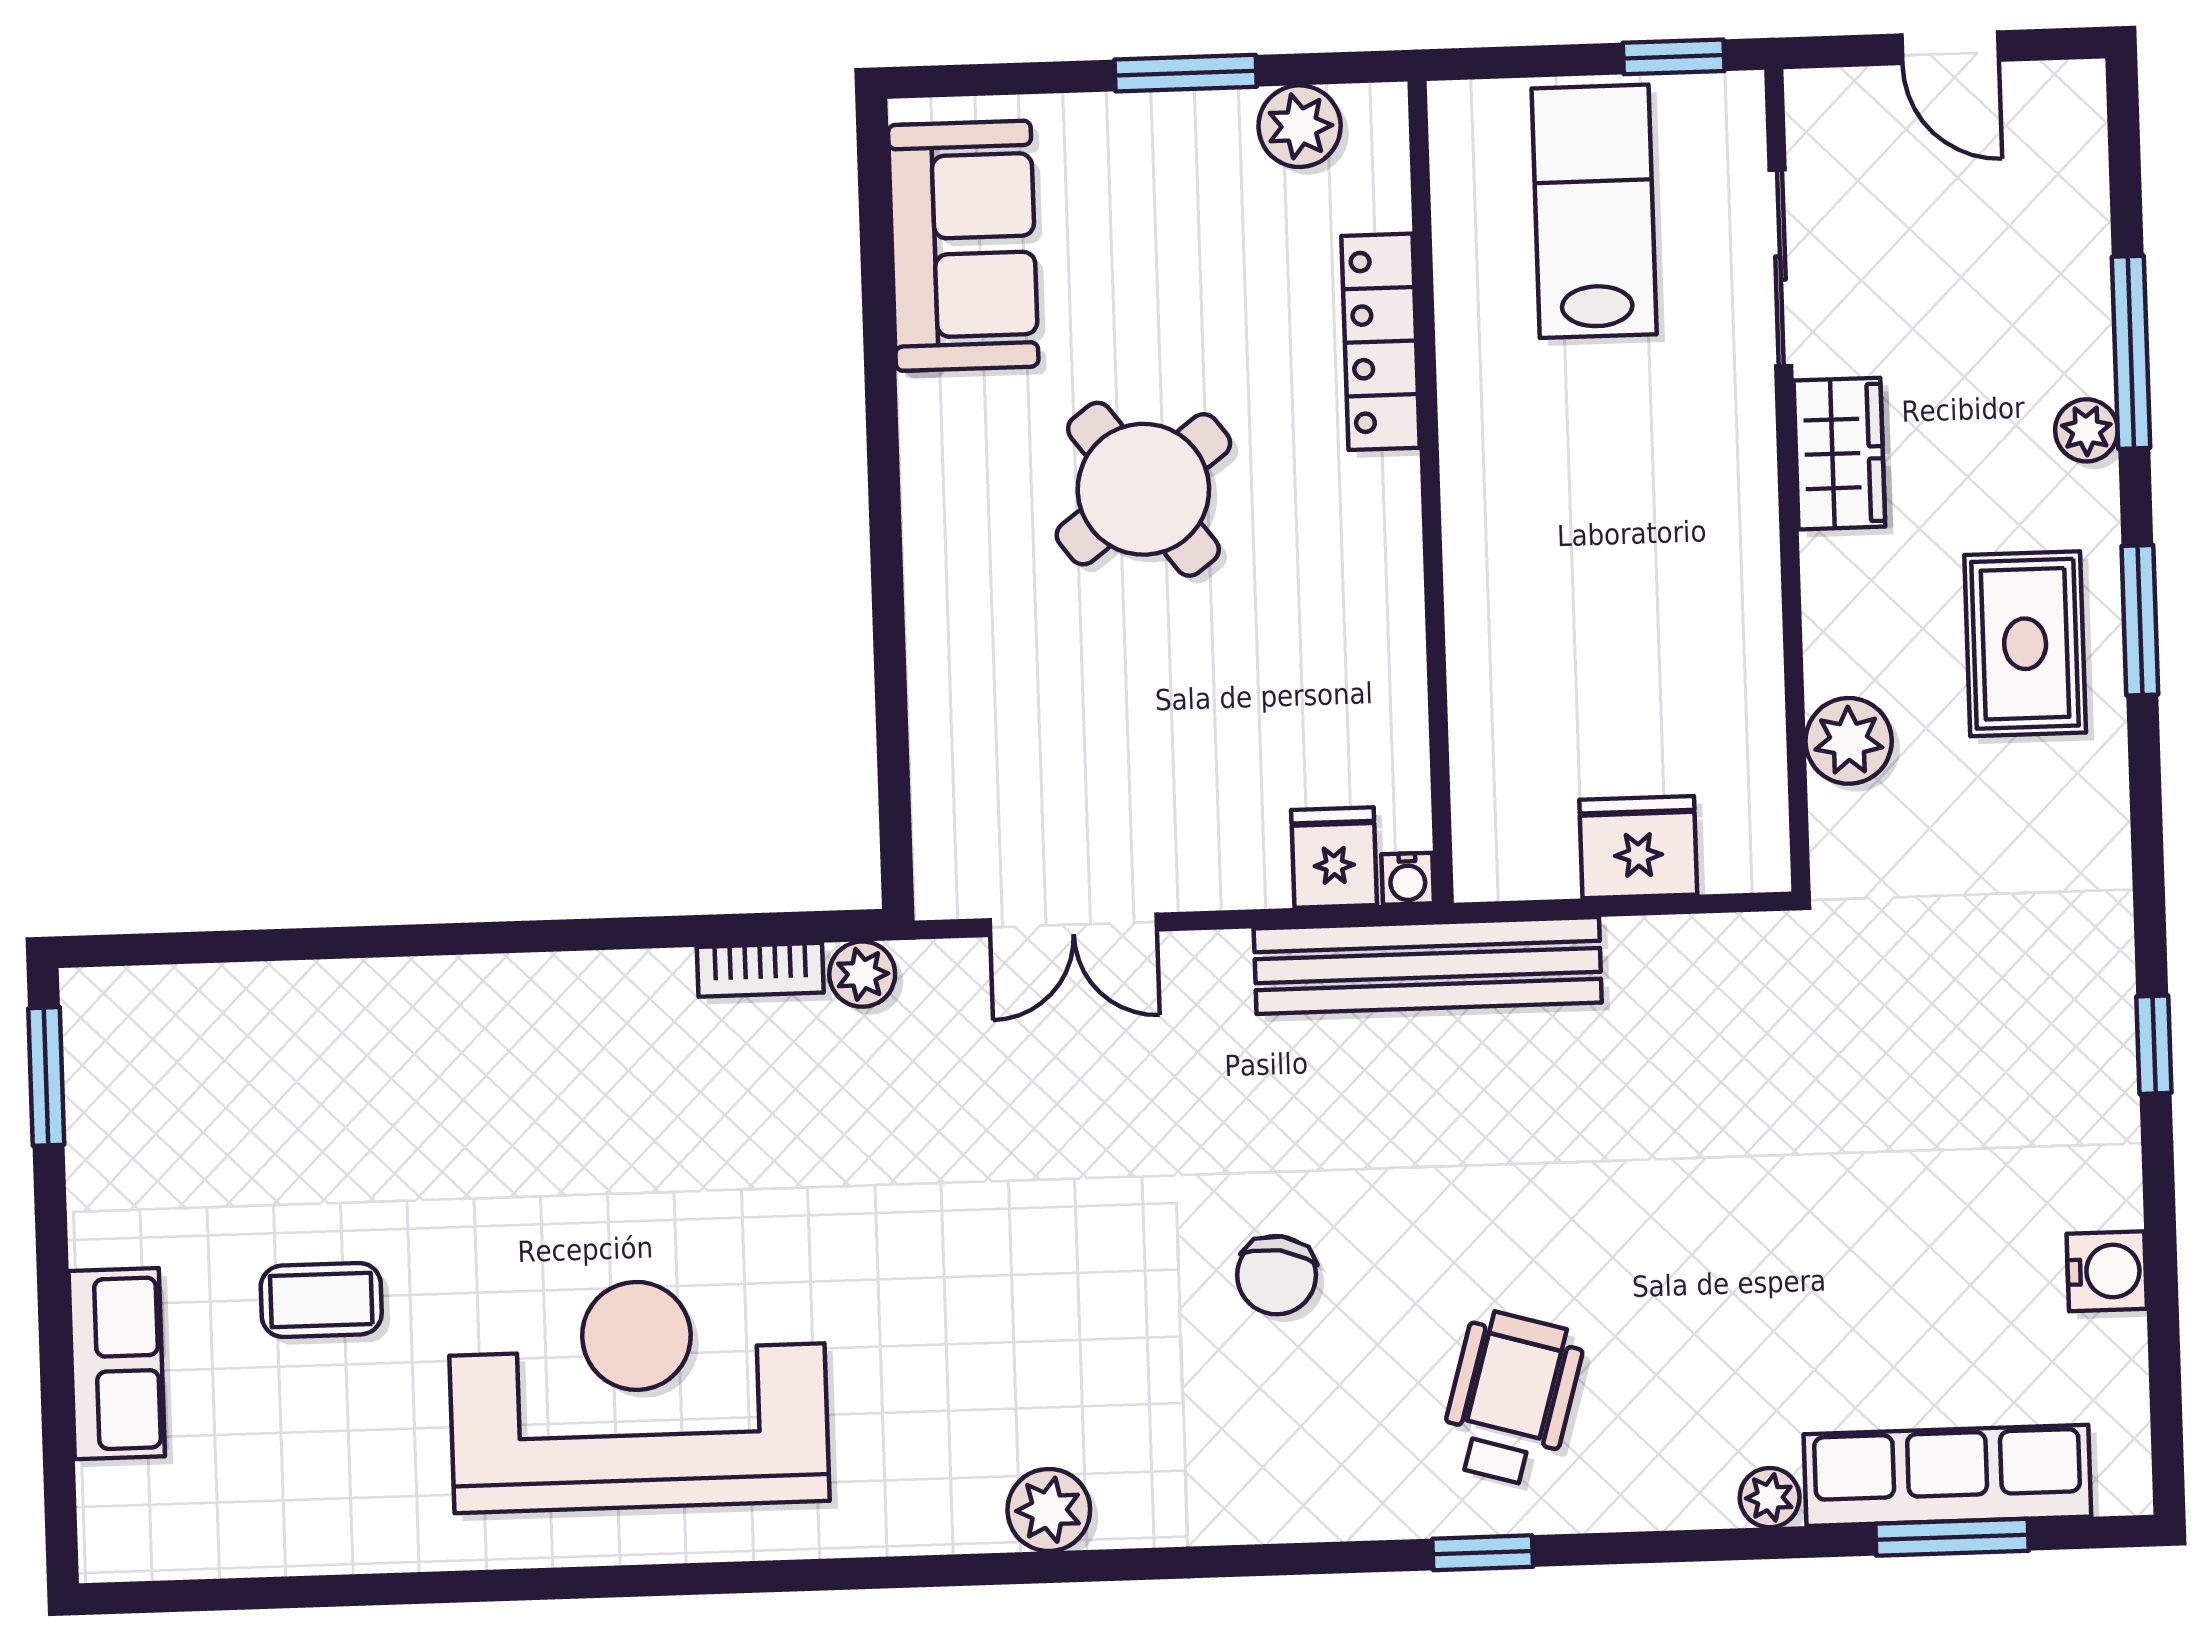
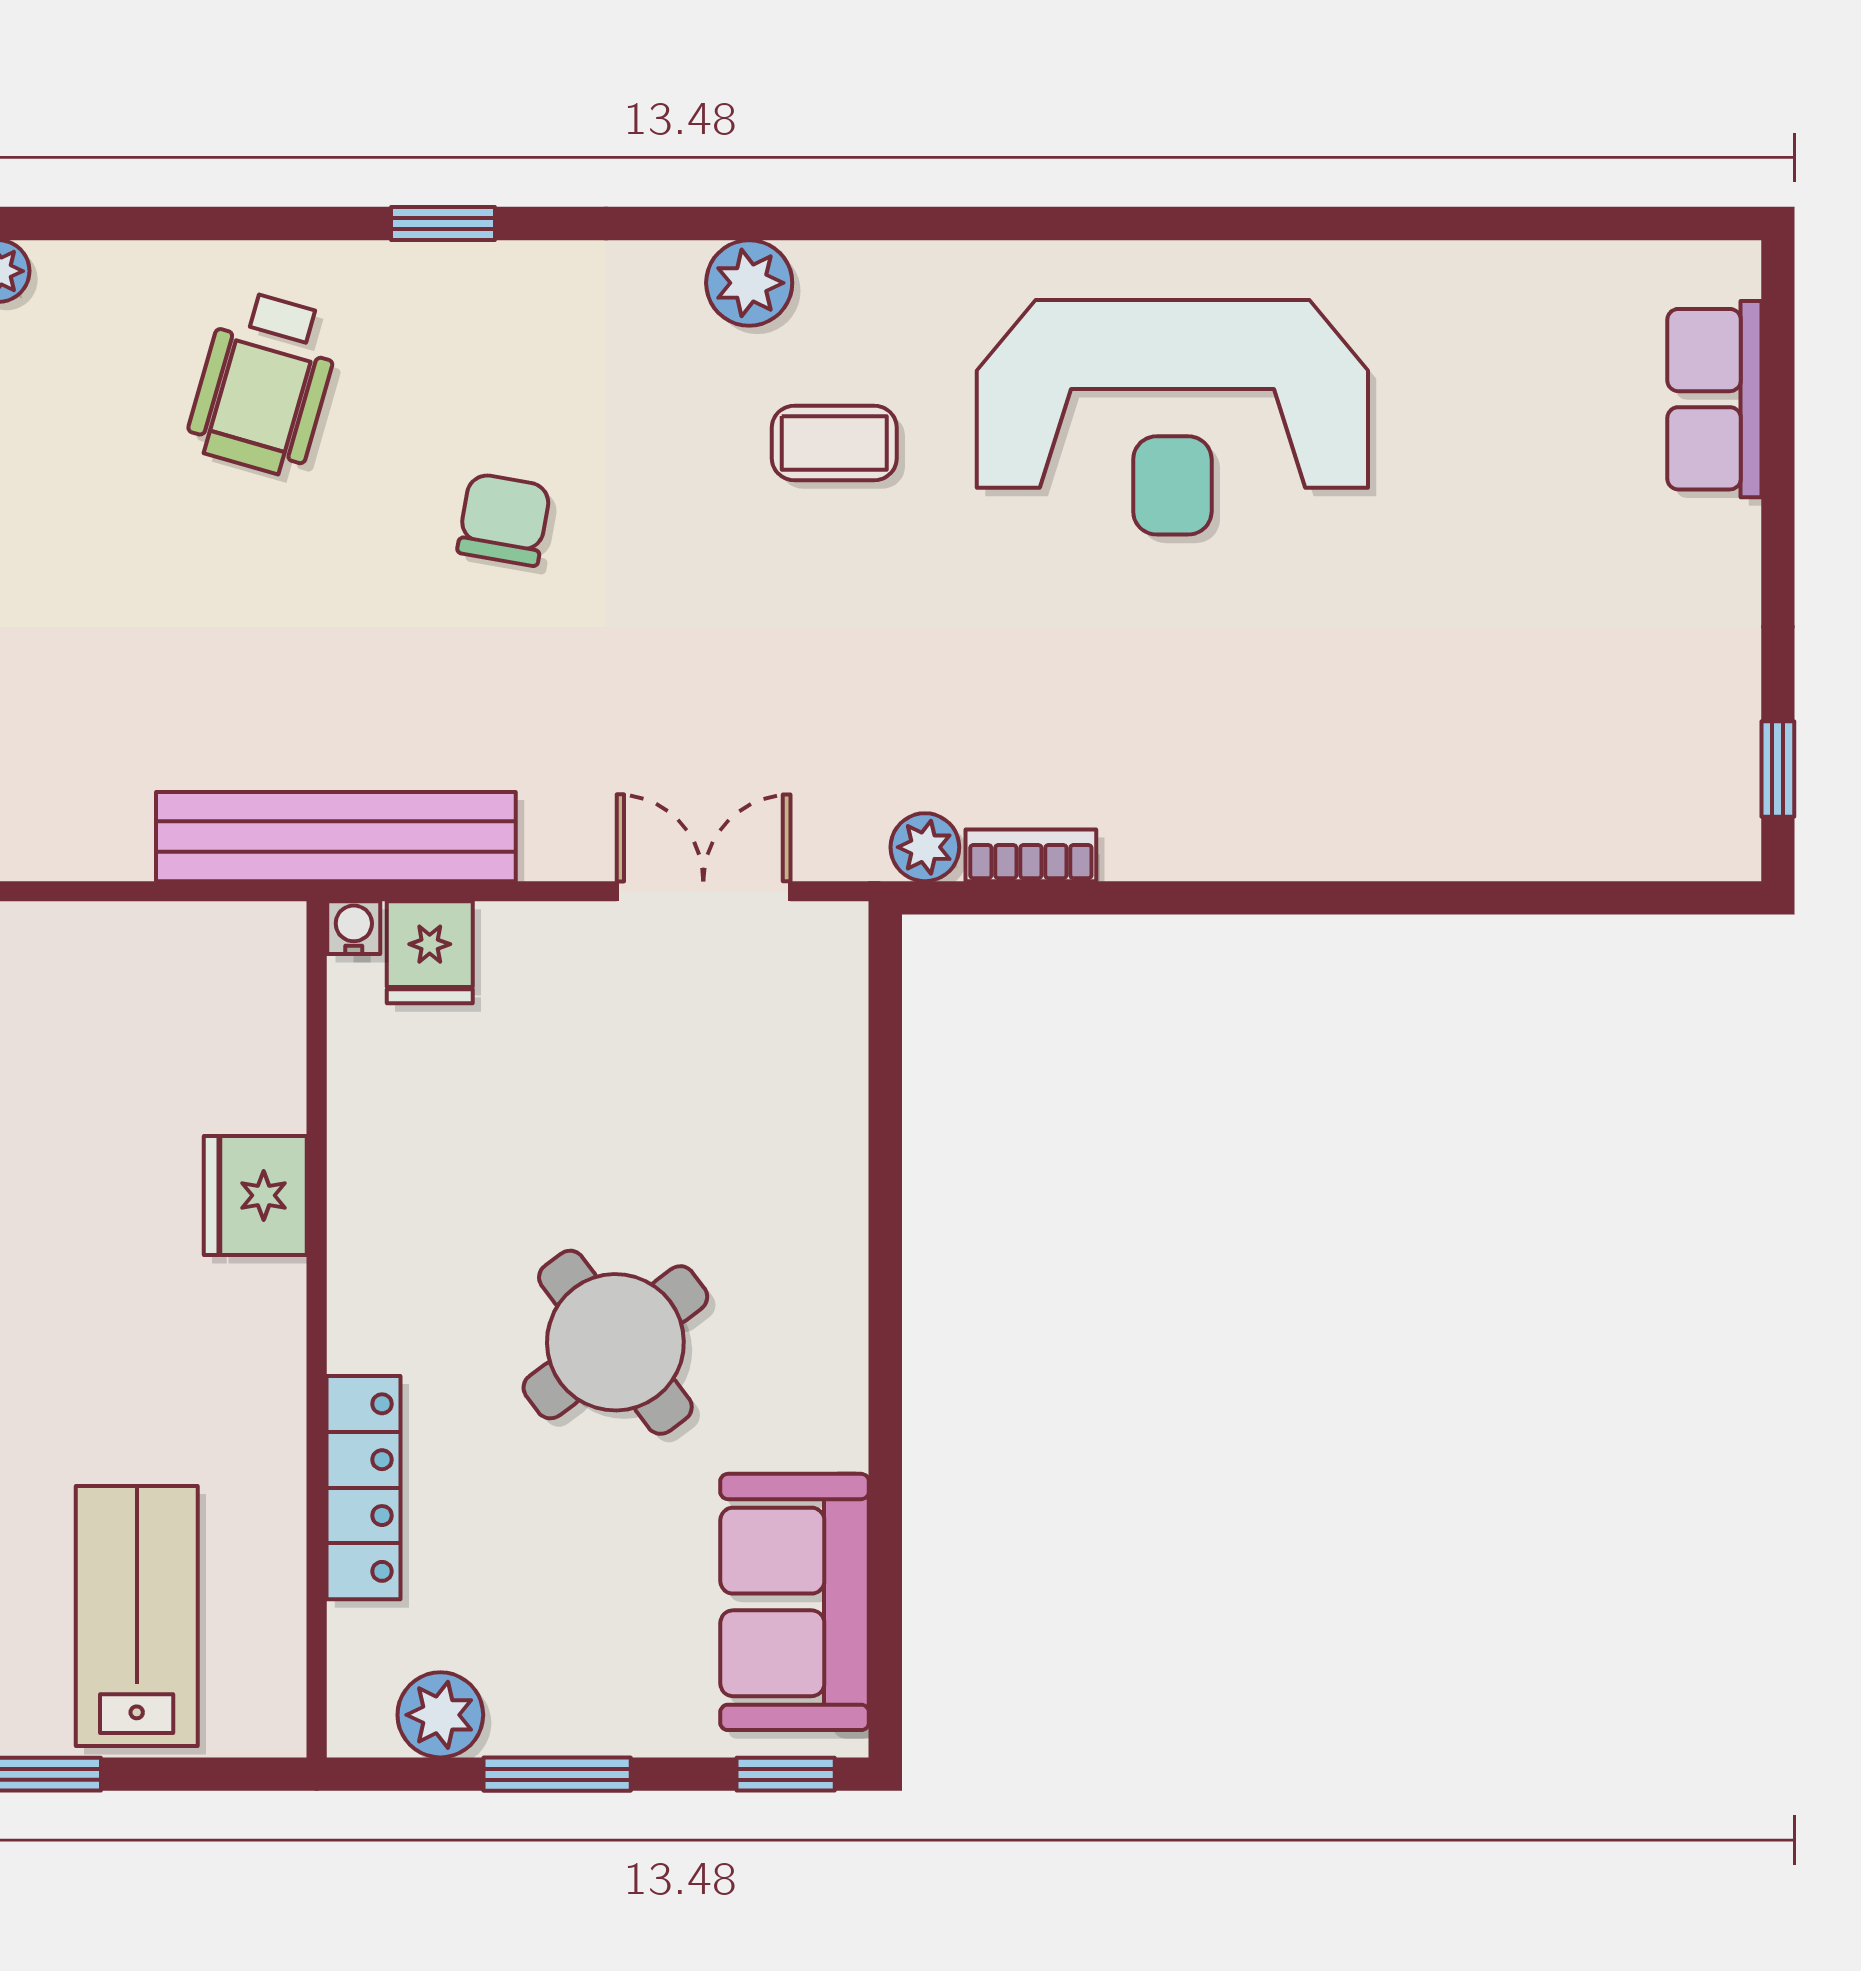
window: (966, 80) -> (786, 1774), added
lab bench: (1594, 211) -> (137, 1616), turned 180
fridge: (1638, 847) -> (255, 1195), moved, turned 90
window: (46, 1076) -> (1778, 769), width x0.67
coffee table: (321, 1300) -> (834, 443), moved
row of seats: (117, 1364) -> (1714, 399), moved
window: (1483, 1553) -> (443, 223), moved

